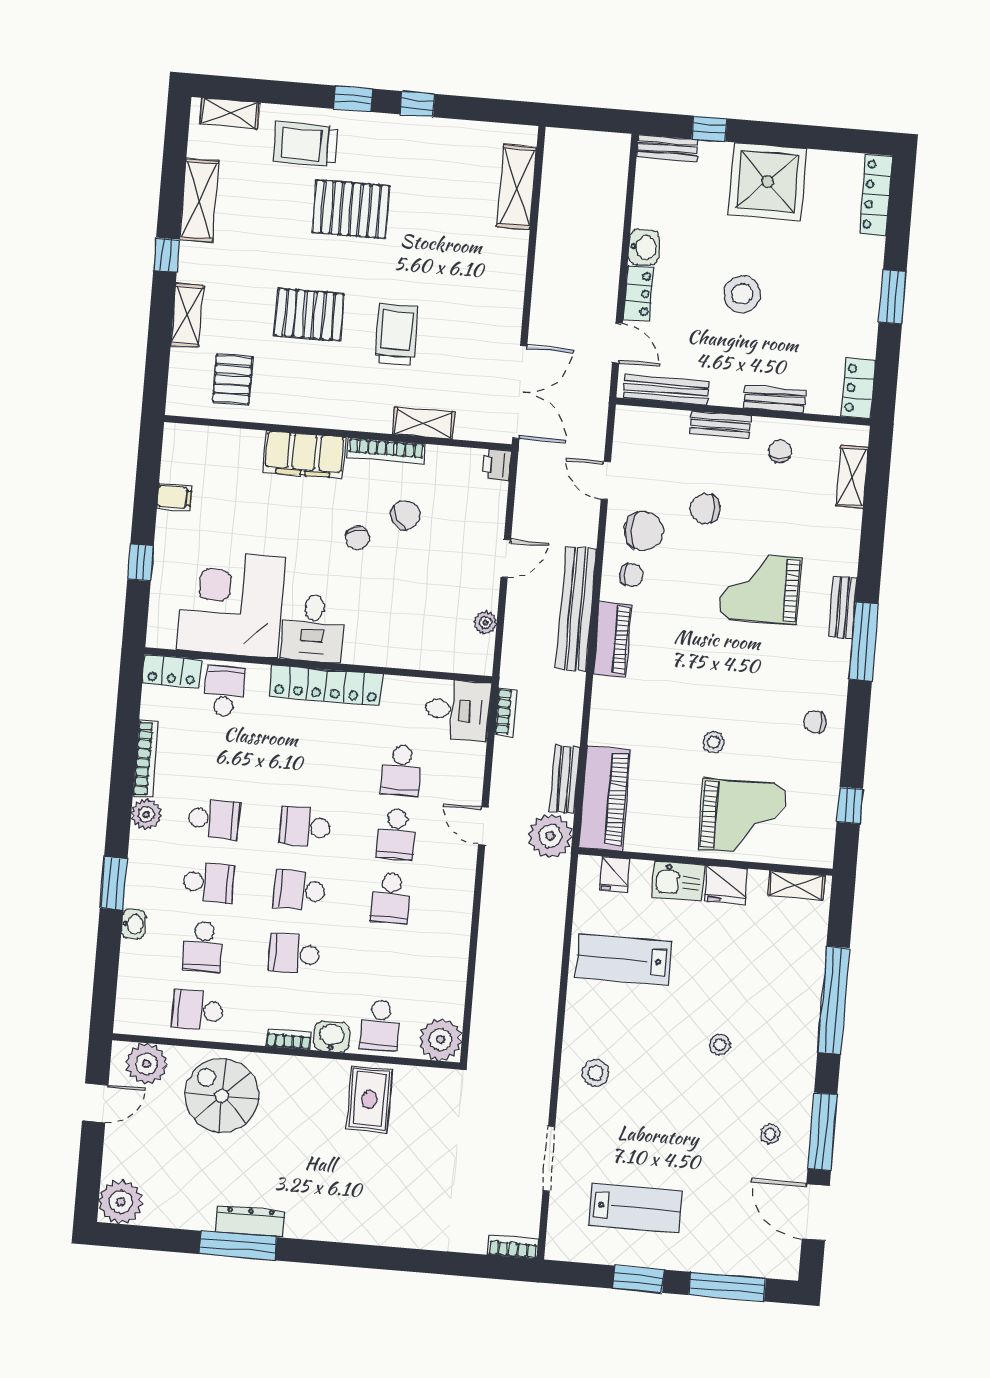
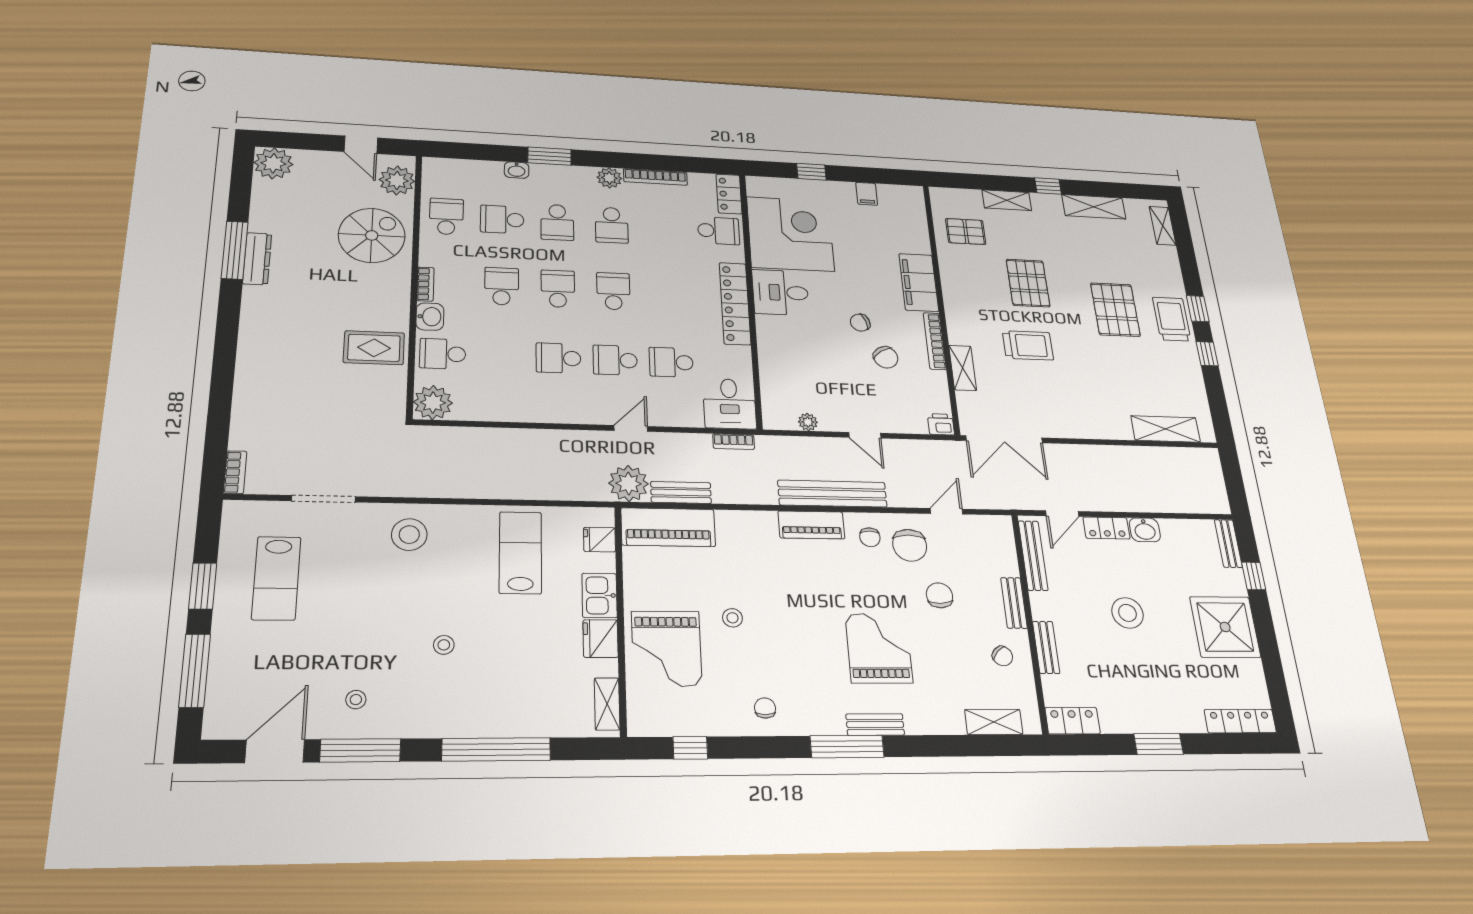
trolley: (306, 144) -> (1172, 319), moved
chair: (780, 451) -> (1003, 656), turned 44
stool: (596, 1073) -> (409, 535), width x1.38, depth x1.38

